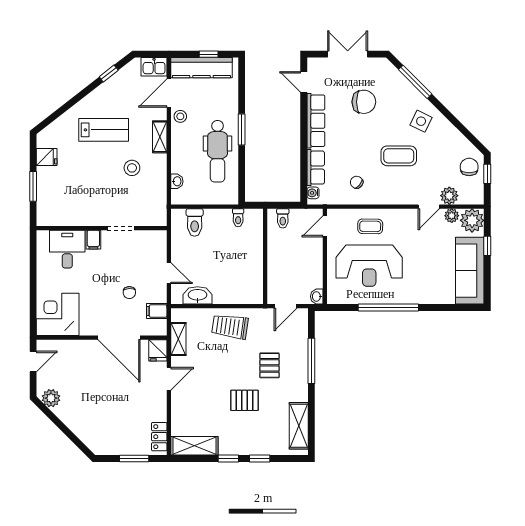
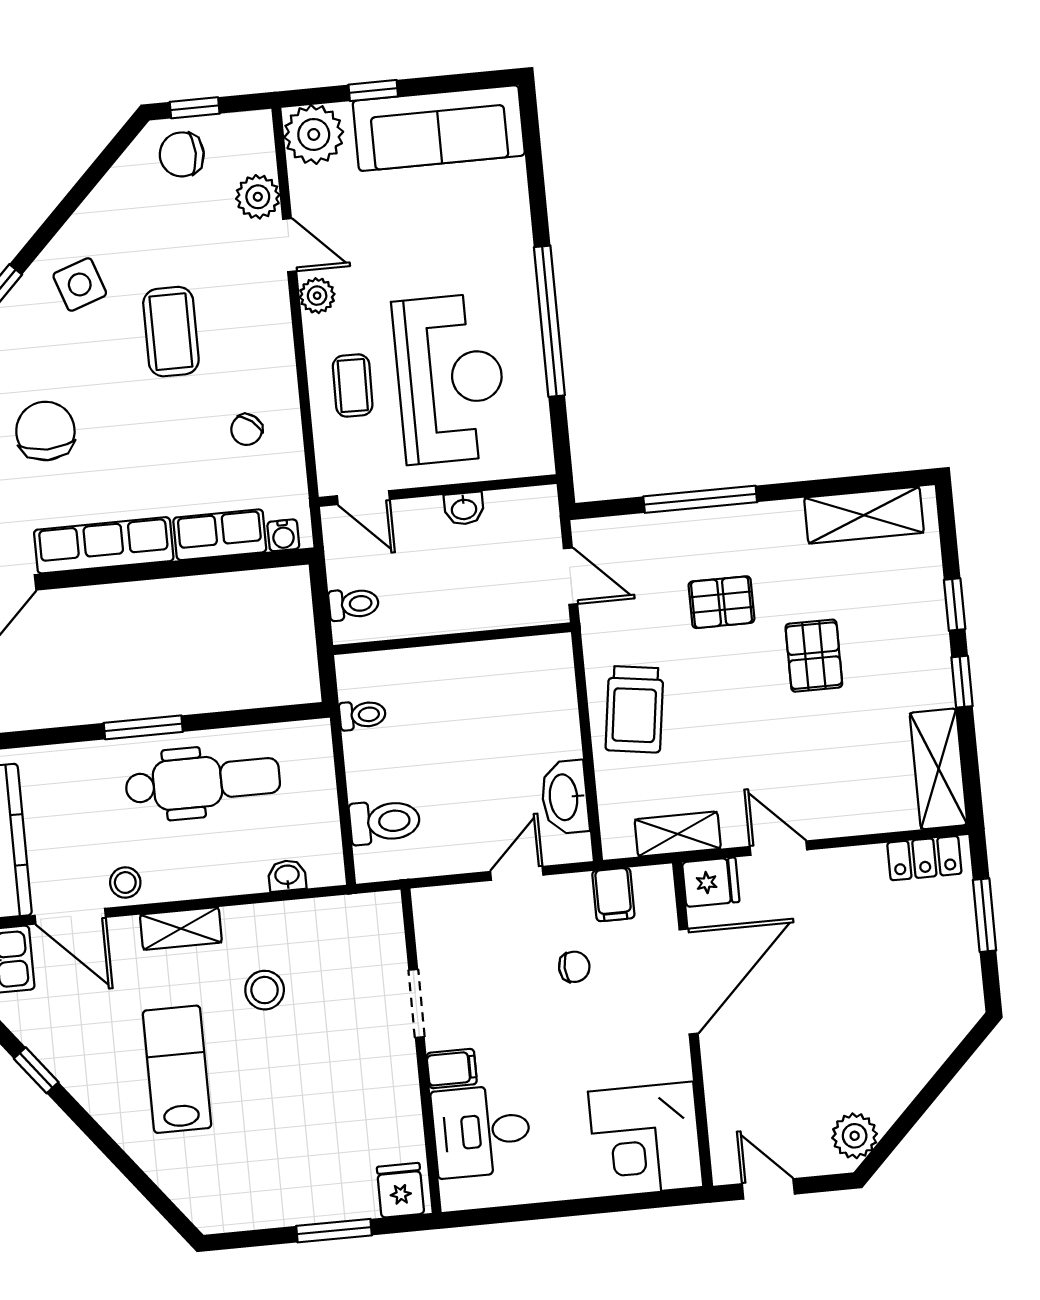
side table: (421, 121) -> (80, 284), turned 45
fridge: (47, 157) -> (400, 1190), moved
plant: (452, 216) -> (317, 296), moved
washbasin: (317, 296) -> (464, 509), moved

